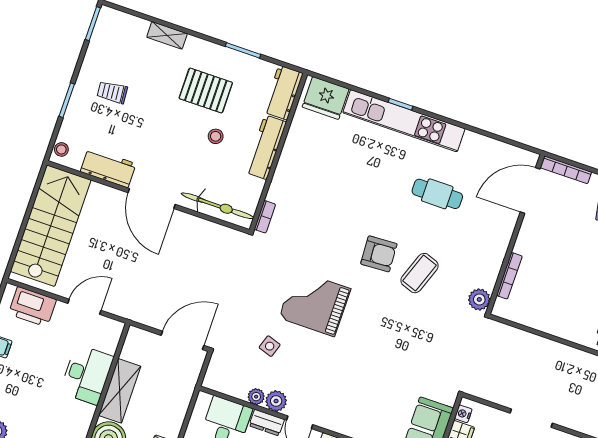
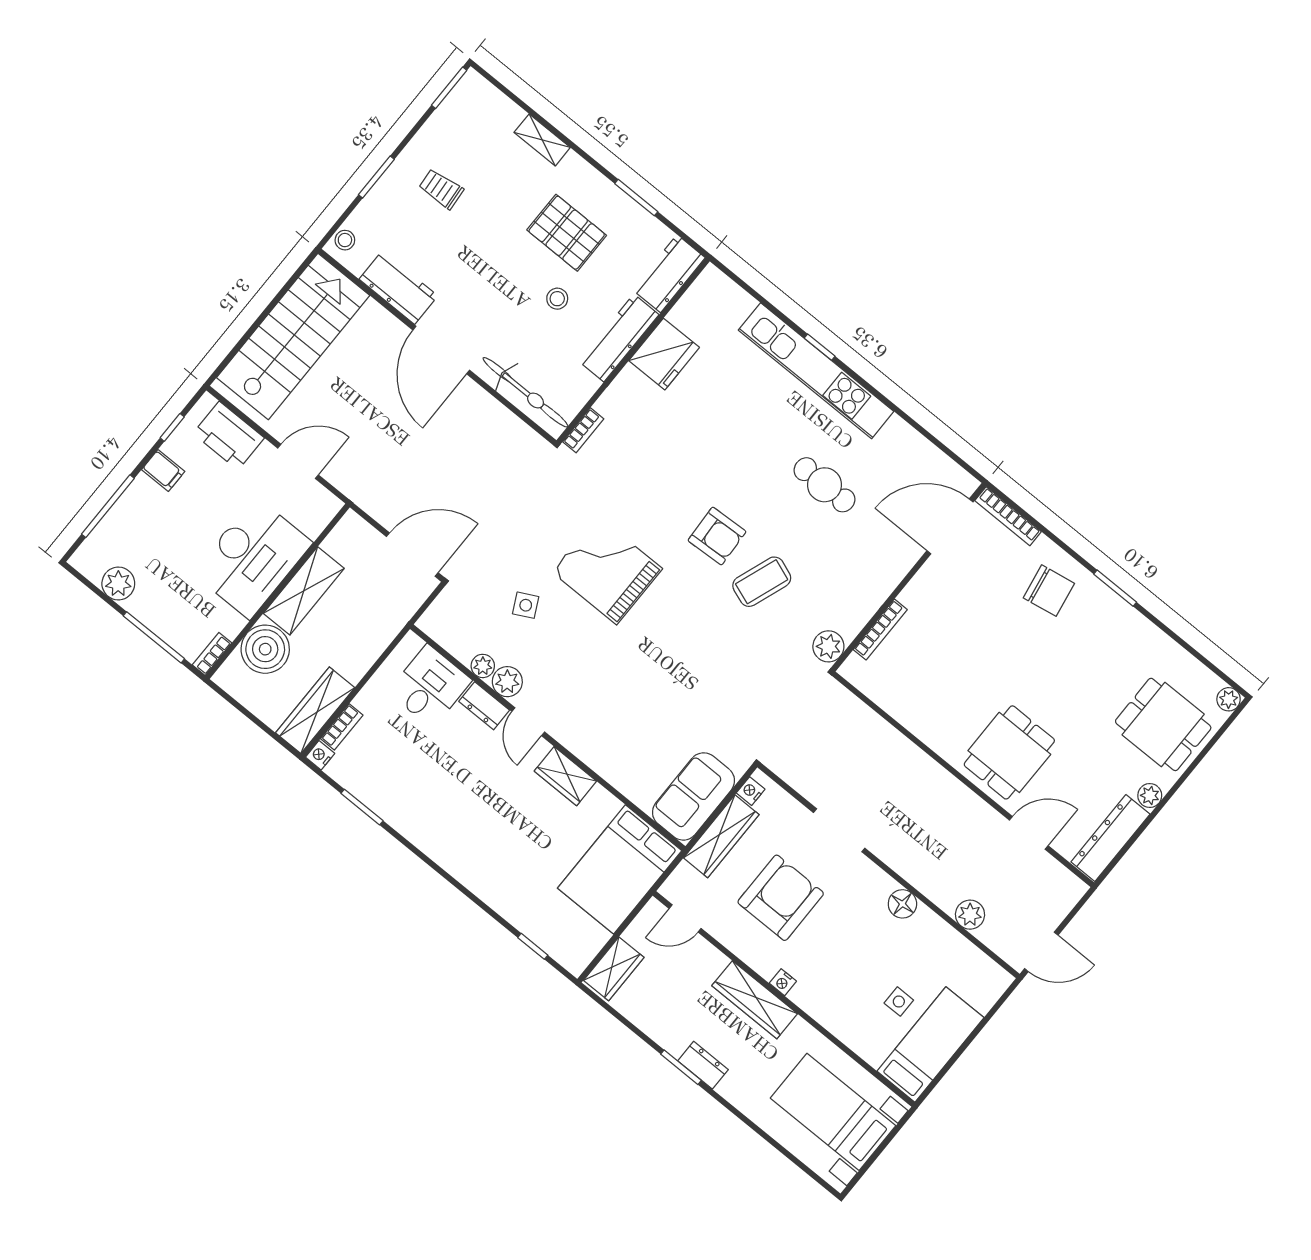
fridge: (326, 98) -> (664, 354), moved, turned -90
side table: (270, 346) -> (526, 605), turned 45
desk: (87, 375) -> (252, 558), width x1.36, depth x1.30

